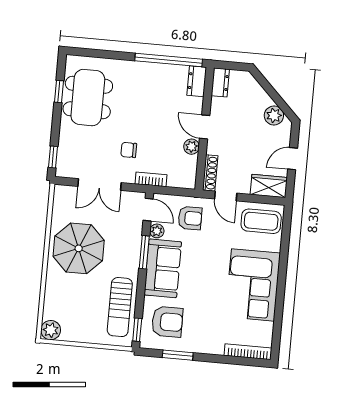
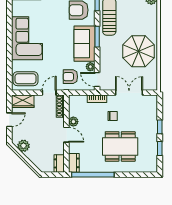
dining table: (88, 98) -> (120, 146), moved, turned 90
window: (53, 157) -> (160, 127), moved
door: (226, 196) -> (49, 93), hinge flipped
window: (144, 252) -> (97, 37), moved

